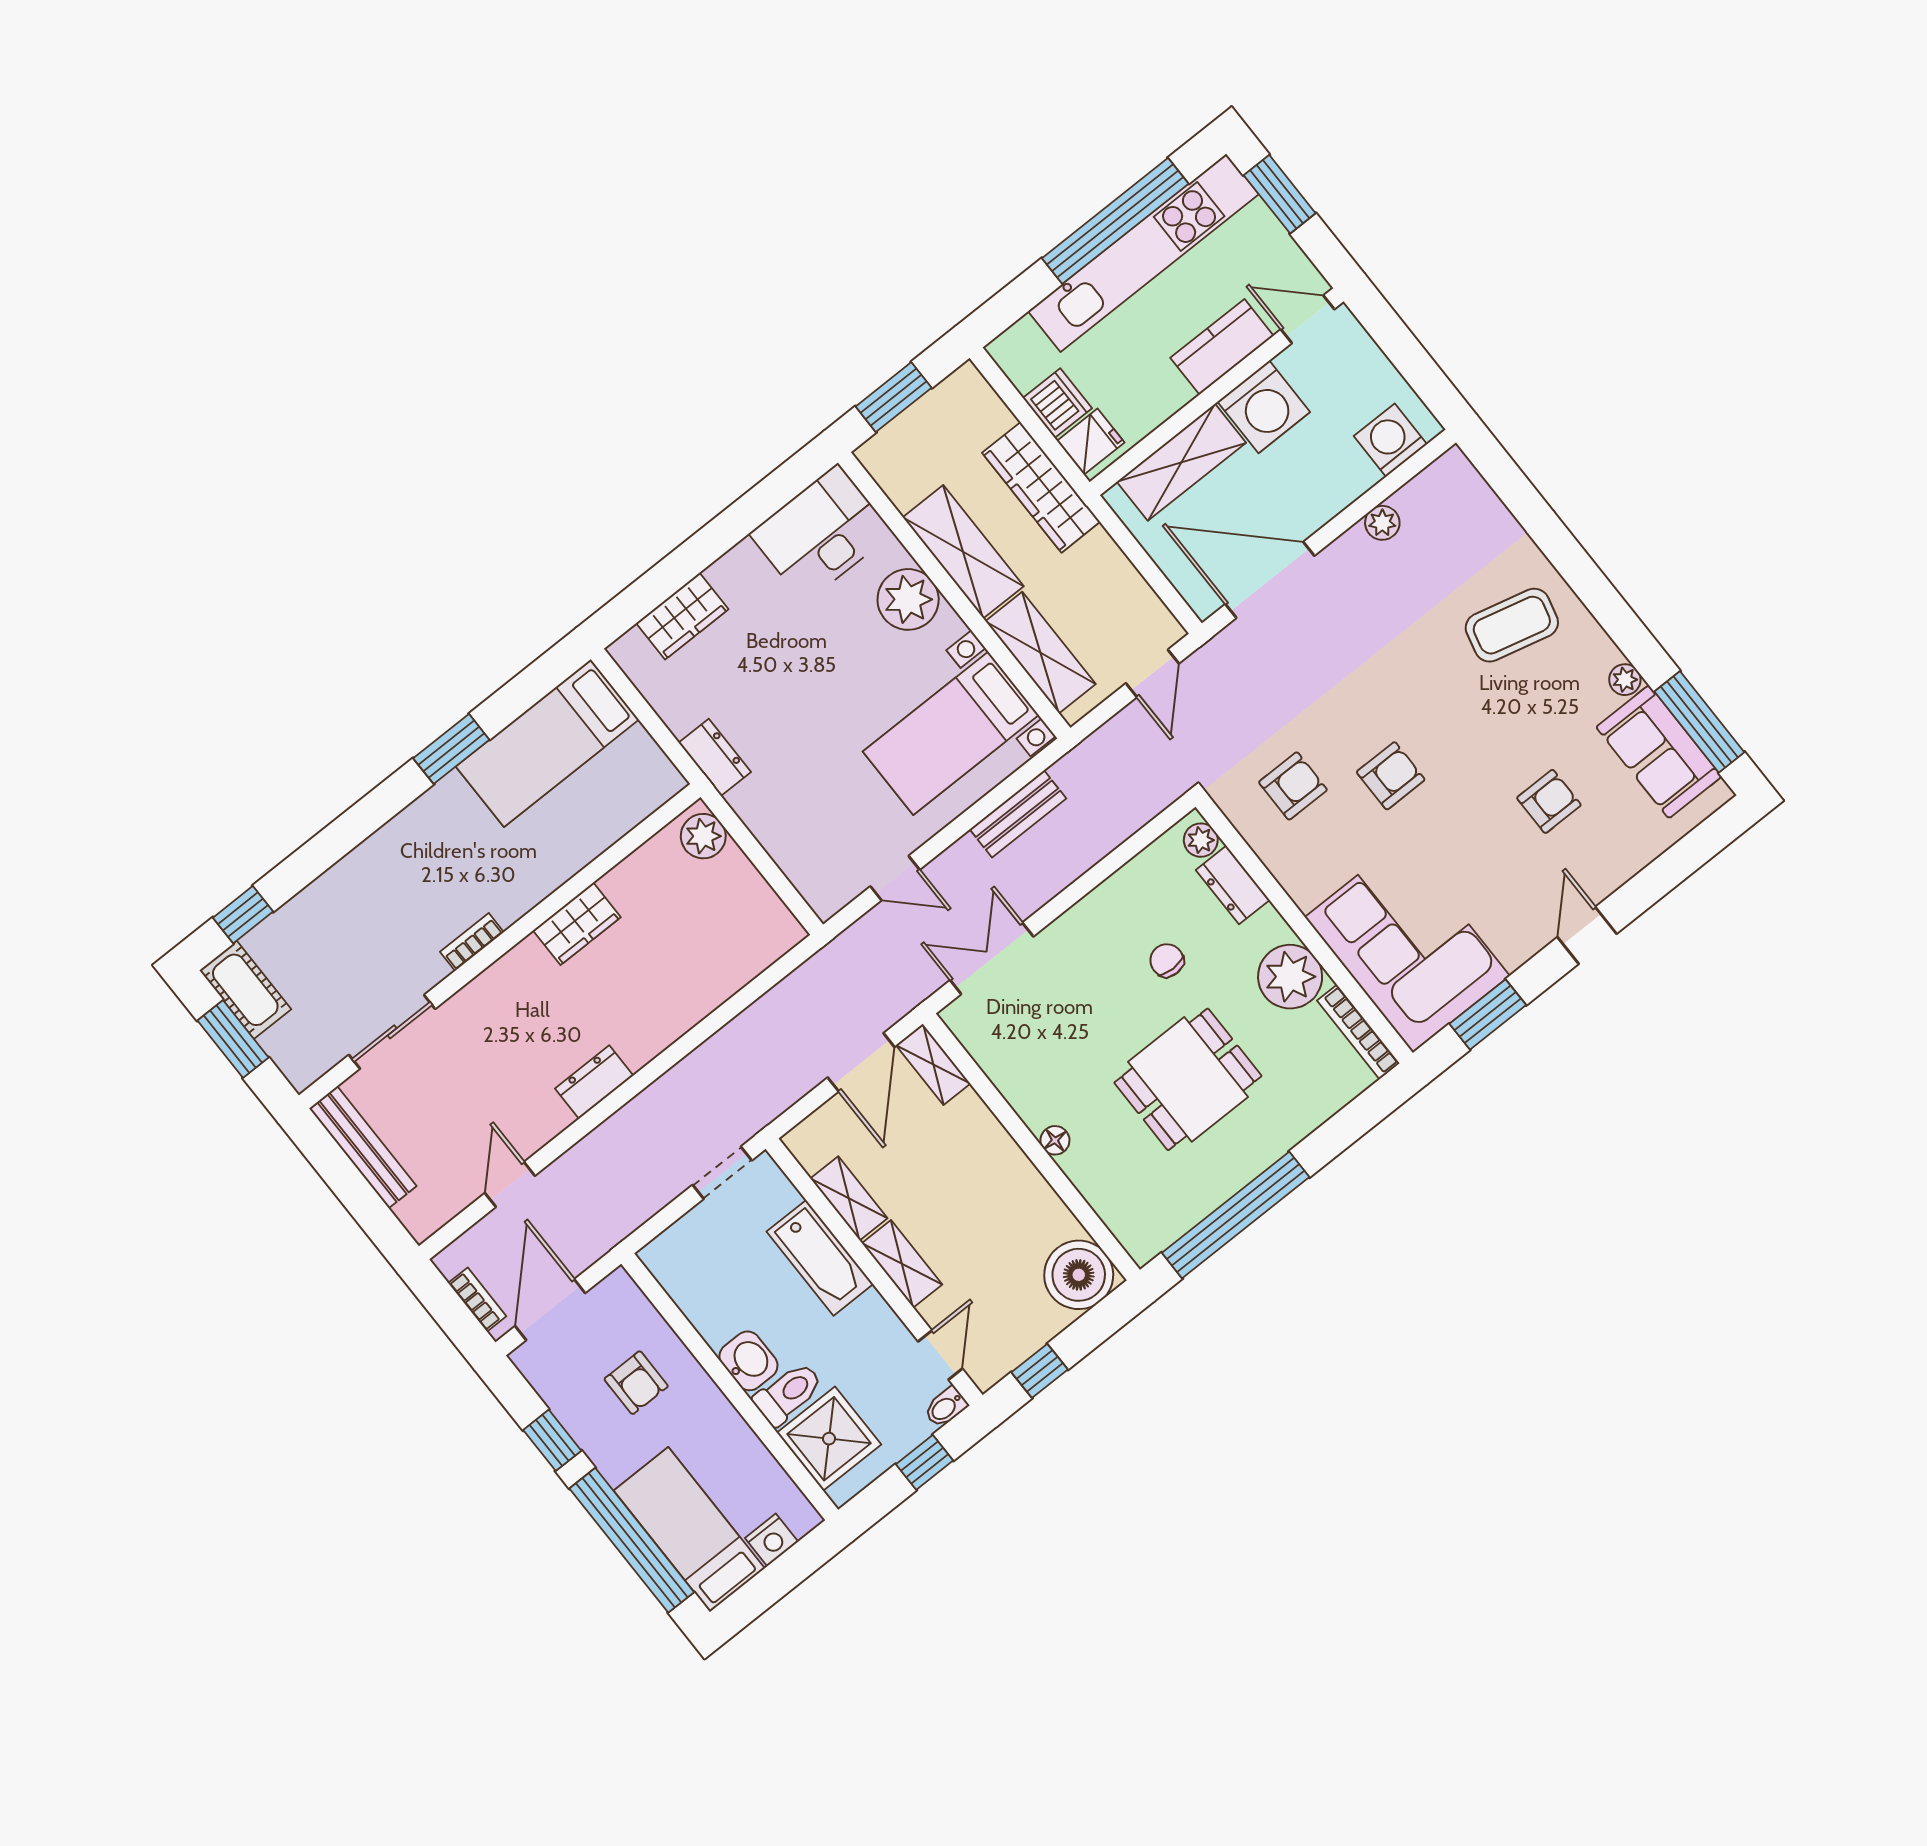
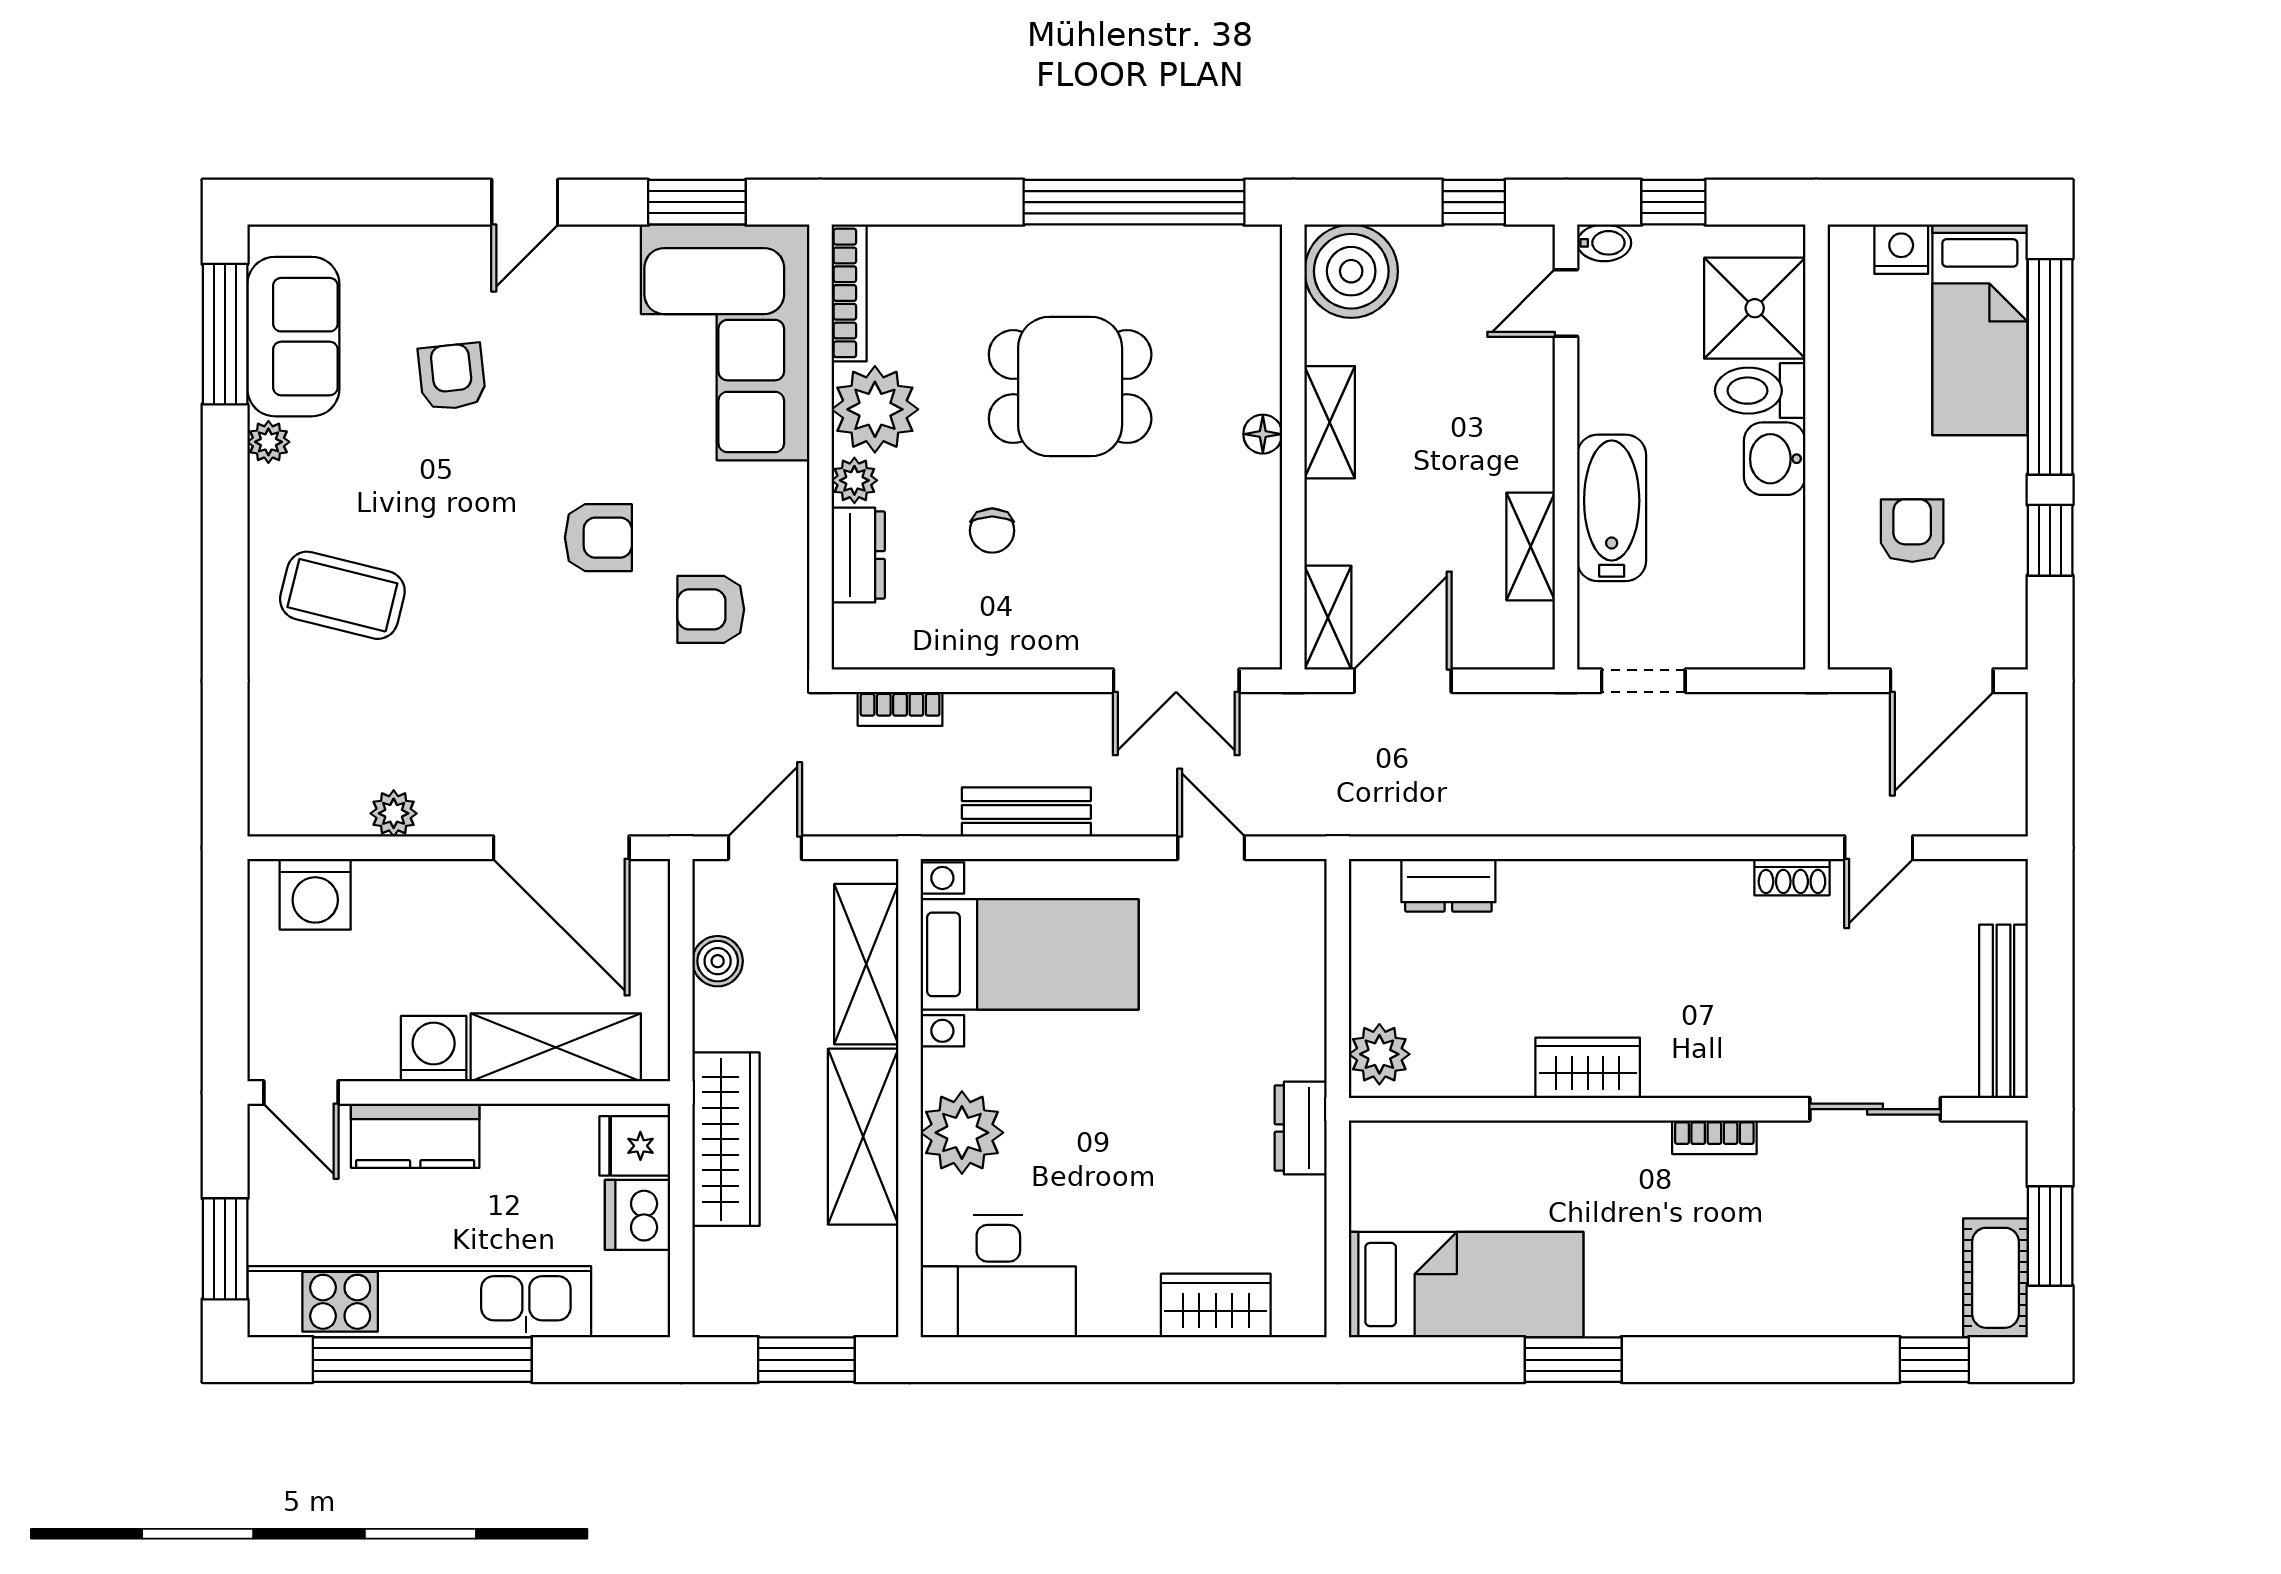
washing machine: (1264, 407) -> (434, 1049), width x0.73, depth x0.73
boiler: (1128, 586) -> (718, 961), added
armchair: (1391, 776) -> (598, 538), turned 180
armchair: (1549, 801) -> (452, 377), turned 84
plant: (1201, 840) -> (854, 480), moved
dresser: (594, 1082) -> (1448, 885), moved
shoe rack: (547, 1128) -> (1792, 877), added
shelving: (902, 1264) -> (1330, 422), moved
bookcase: (477, 1300) -> (900, 709), moved, turned -90

